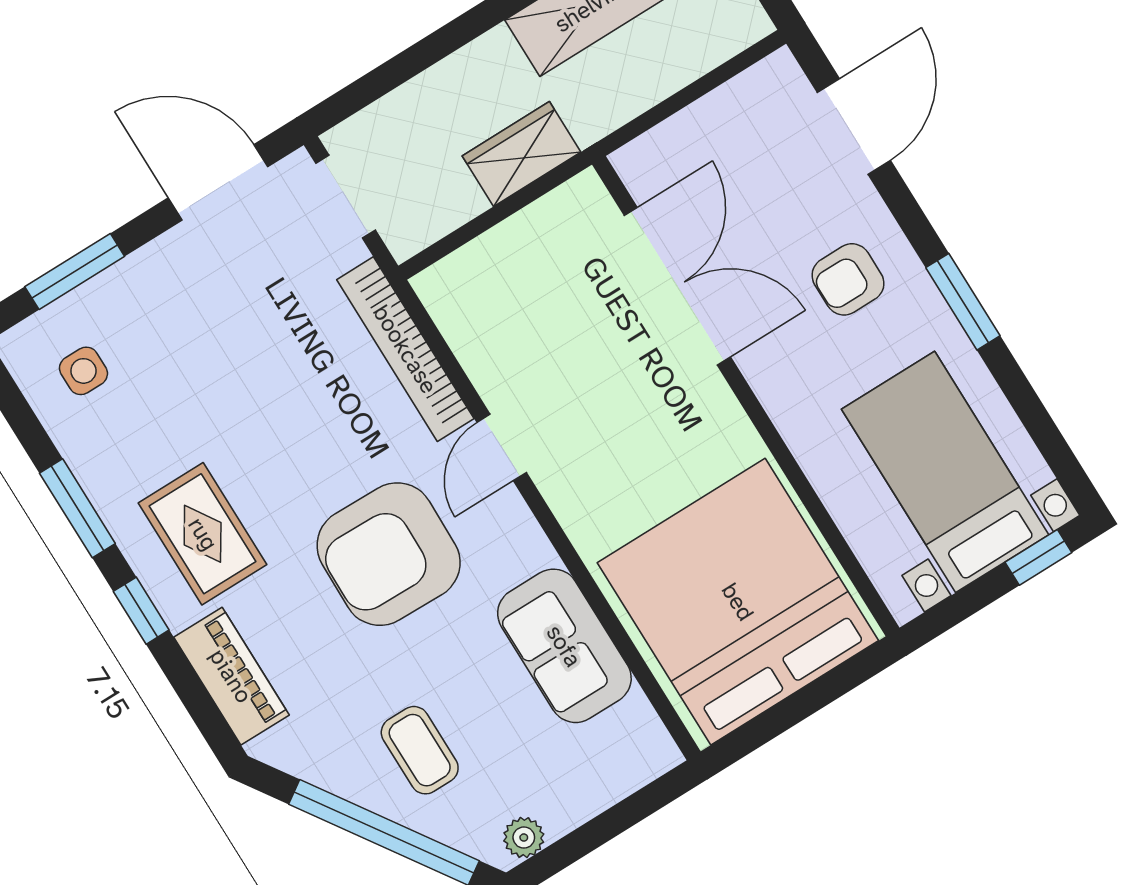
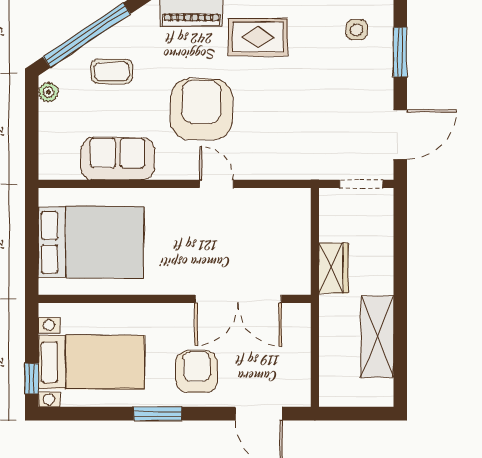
armchair: (848, 279) -> (197, 372), width x1.38, depth x1.38
bookcase: (405, 349) -> (282, 169), removed
bed: (738, 602) -> (91, 242), width x0.73

